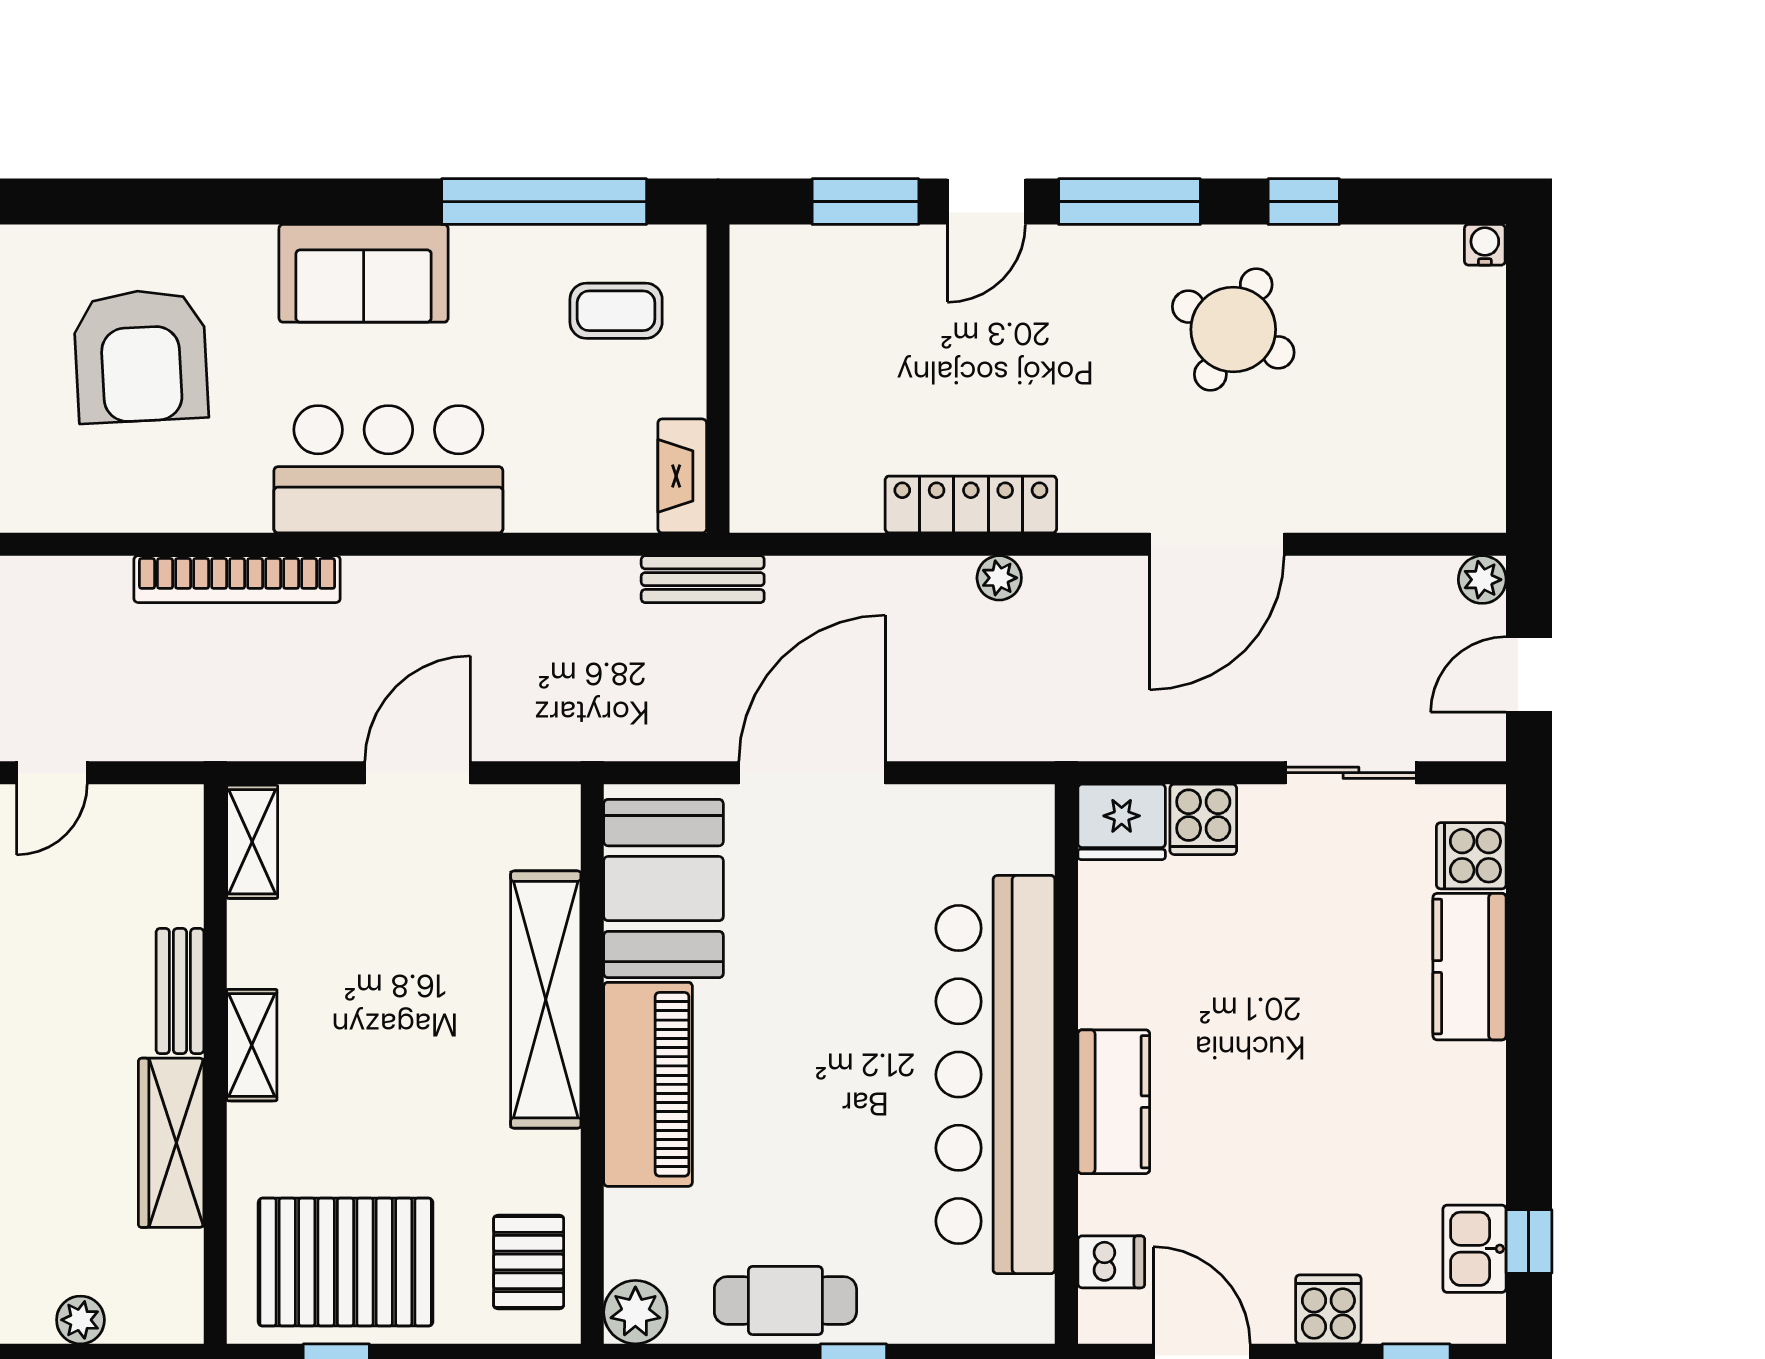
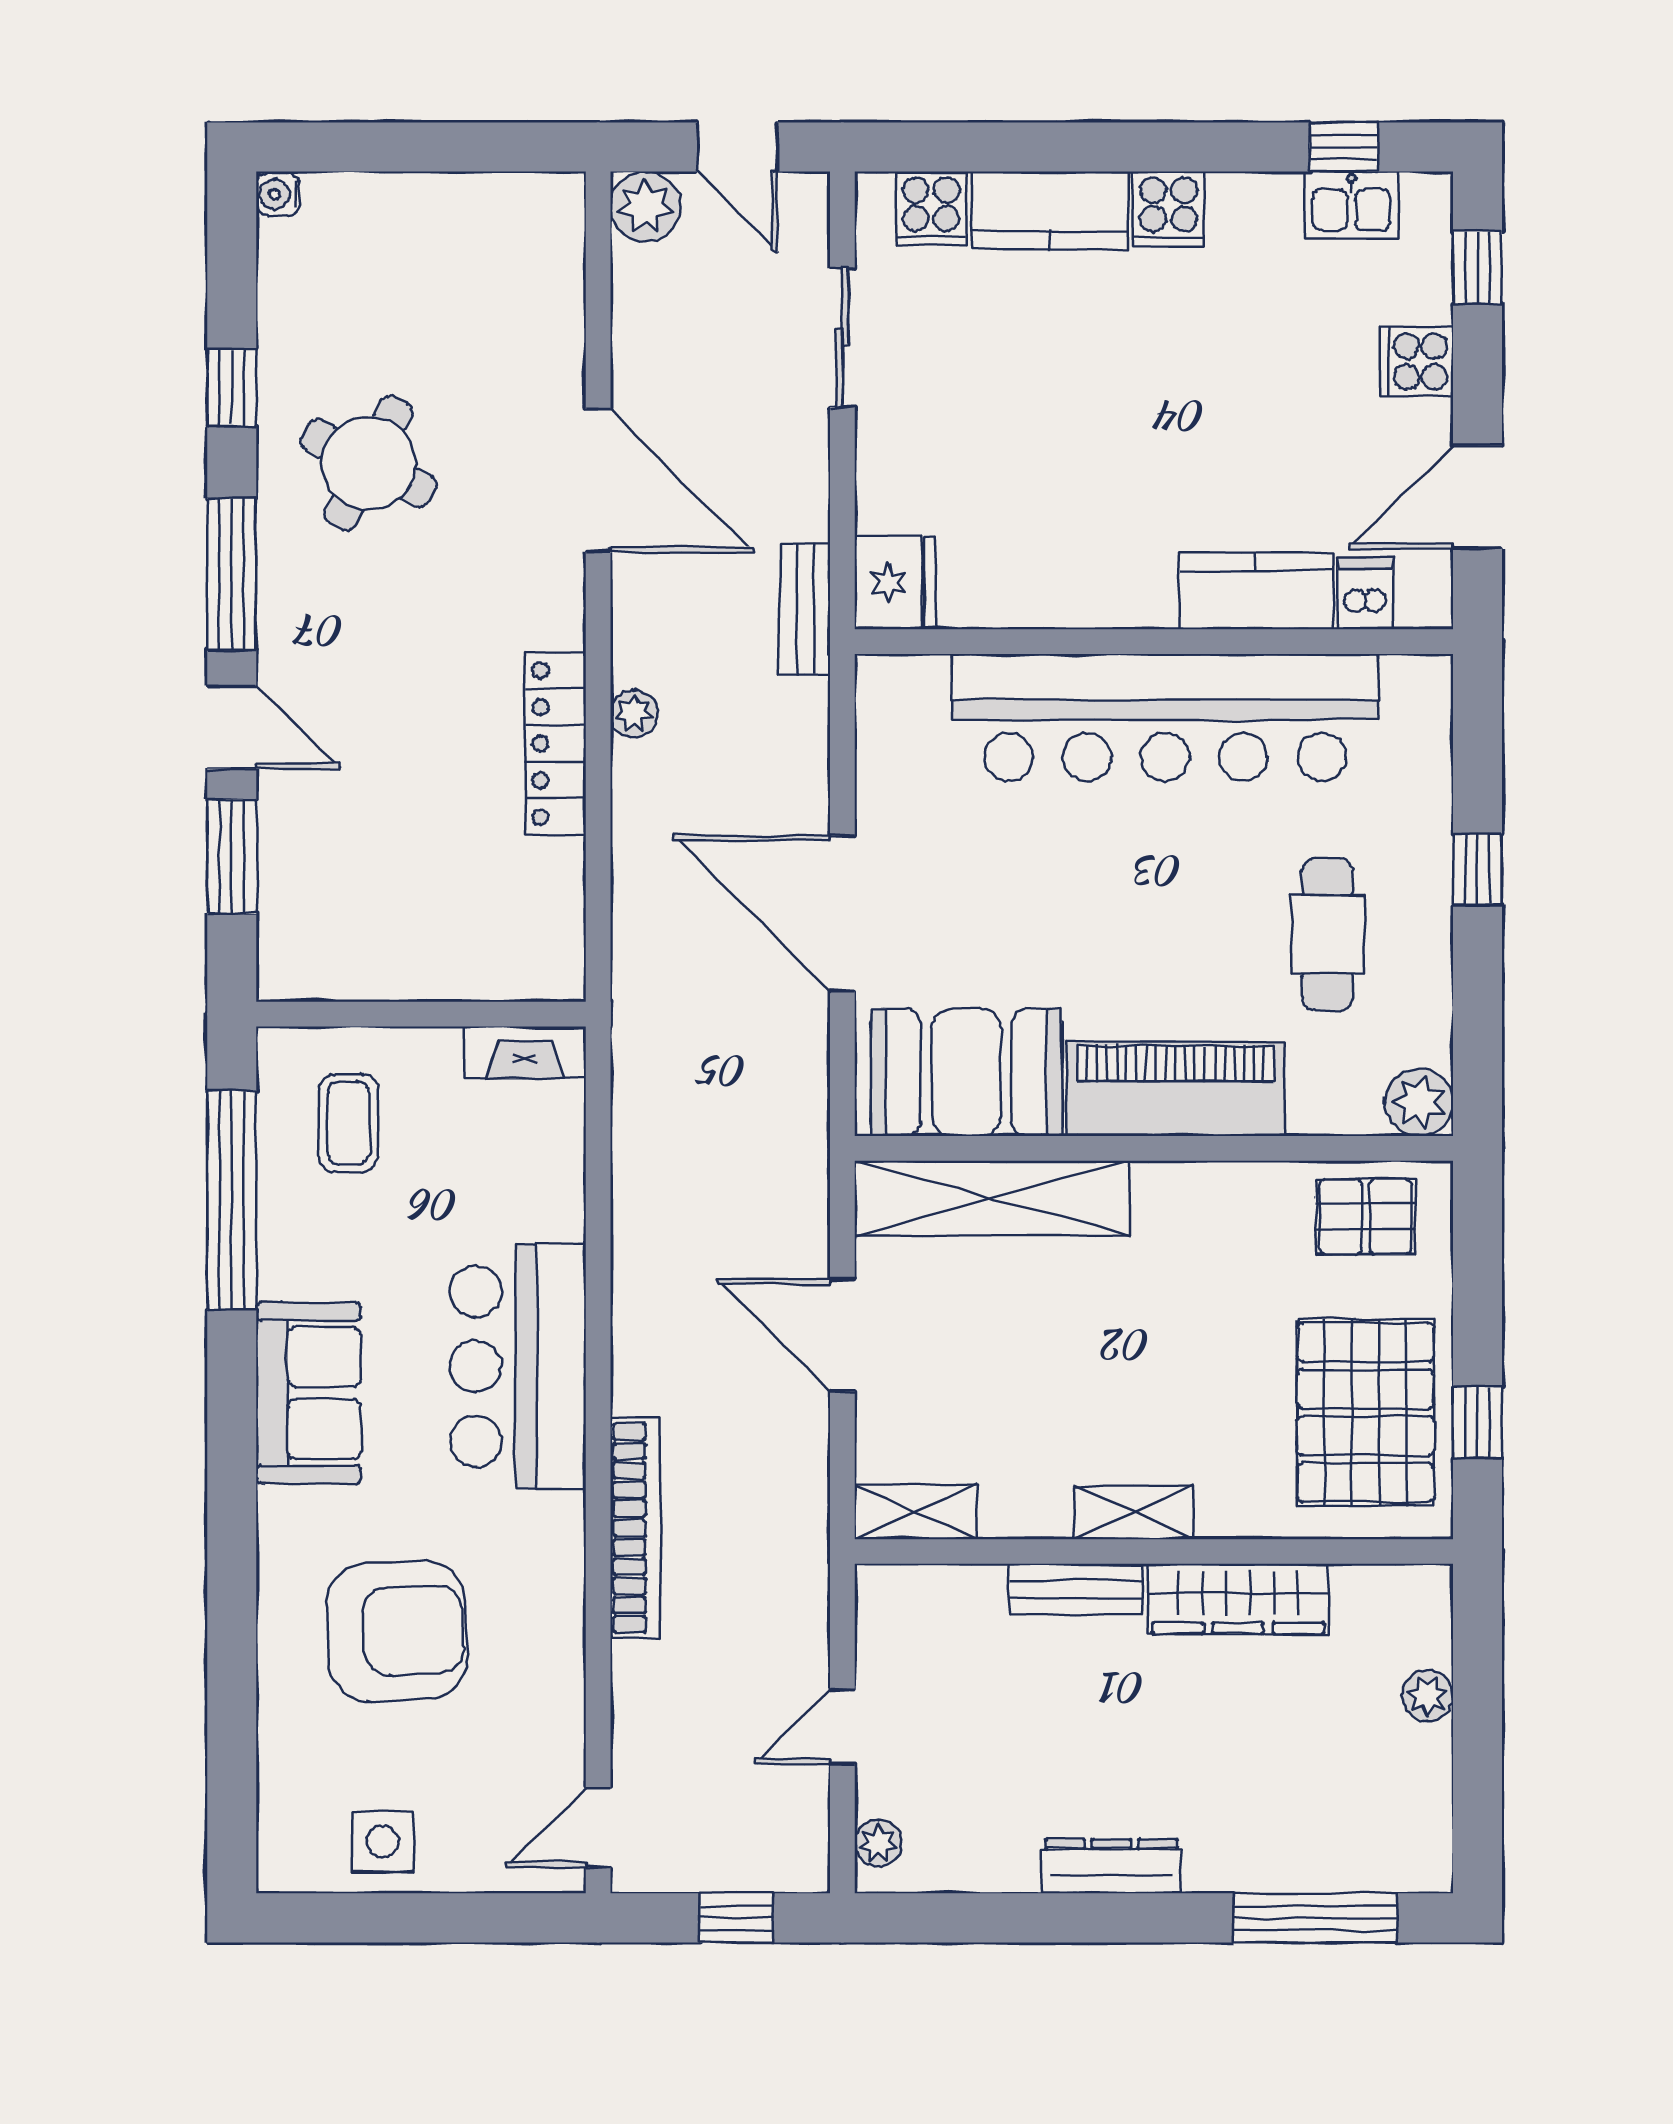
bench: (703, 579) -> (805, 609), moved
plant: (1482, 580) -> (645, 207), width x1.38, depth x1.38
door: (52, 773) -> (842, 1726), swing flipped
cooker: (1203, 819) -> (1169, 209), moved, turned 90
shelving: (546, 1000) -> (992, 1198), moved
kitchen counter: (1114, 1102) -> (1256, 591), moved
cafe table: (785, 1300) -> (1328, 934), moved

